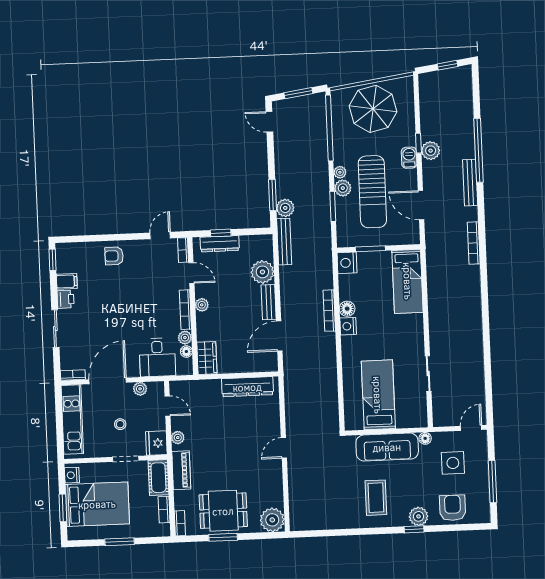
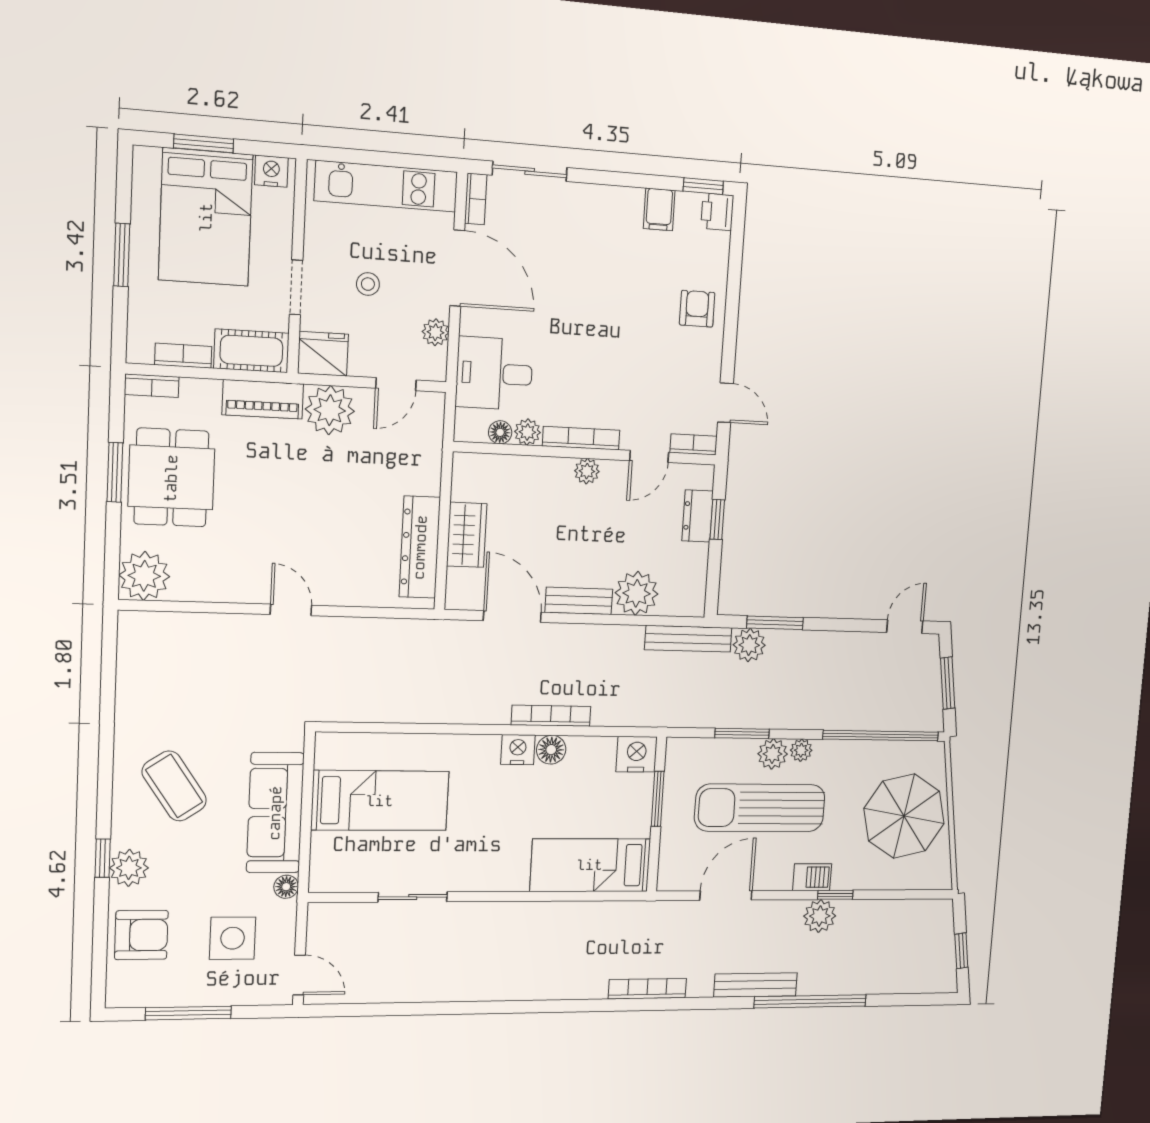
dresser: (220, 244) -> (698, 516), width x0.70
printer: (66, 299) -> (717, 212), moved, turned 90
sliding door: (55, 328) -> (530, 171), moved
wardrobe: (207, 358) -> (467, 535), moved, turned -90
plant: (178, 438) -> (330, 410), width x1.87, depth x1.87
coffee table: (376, 498) -> (174, 786), turned 56

